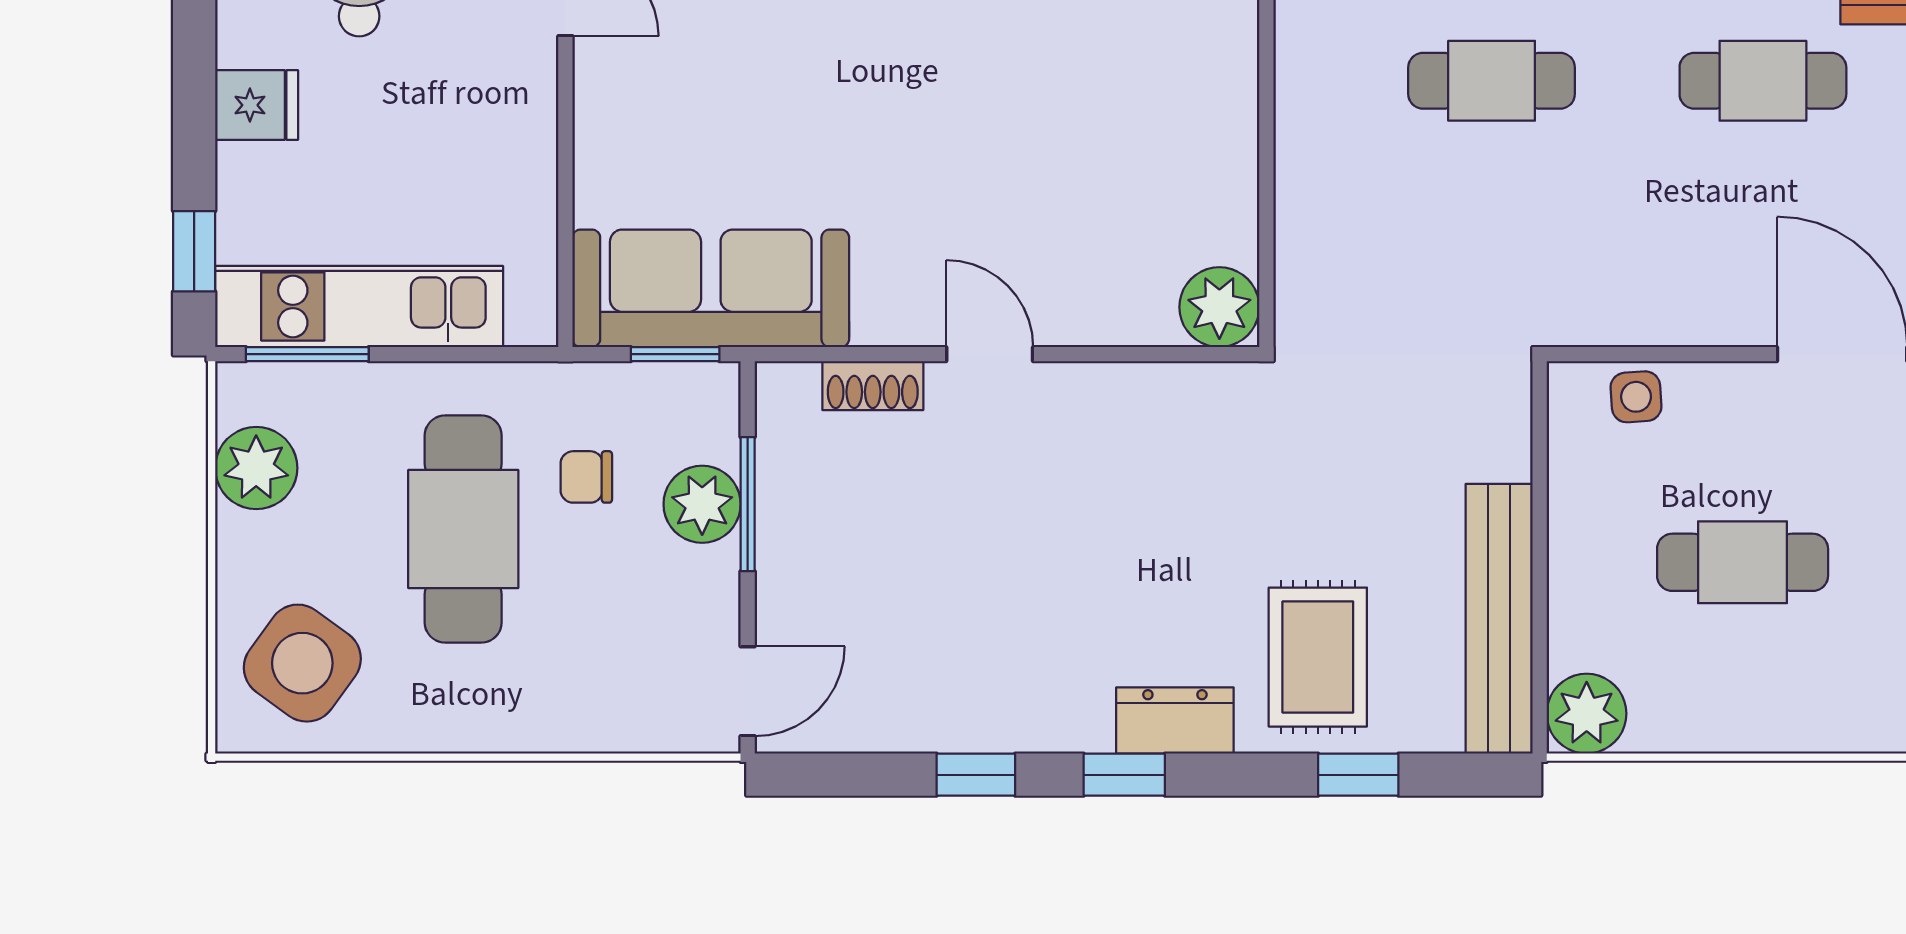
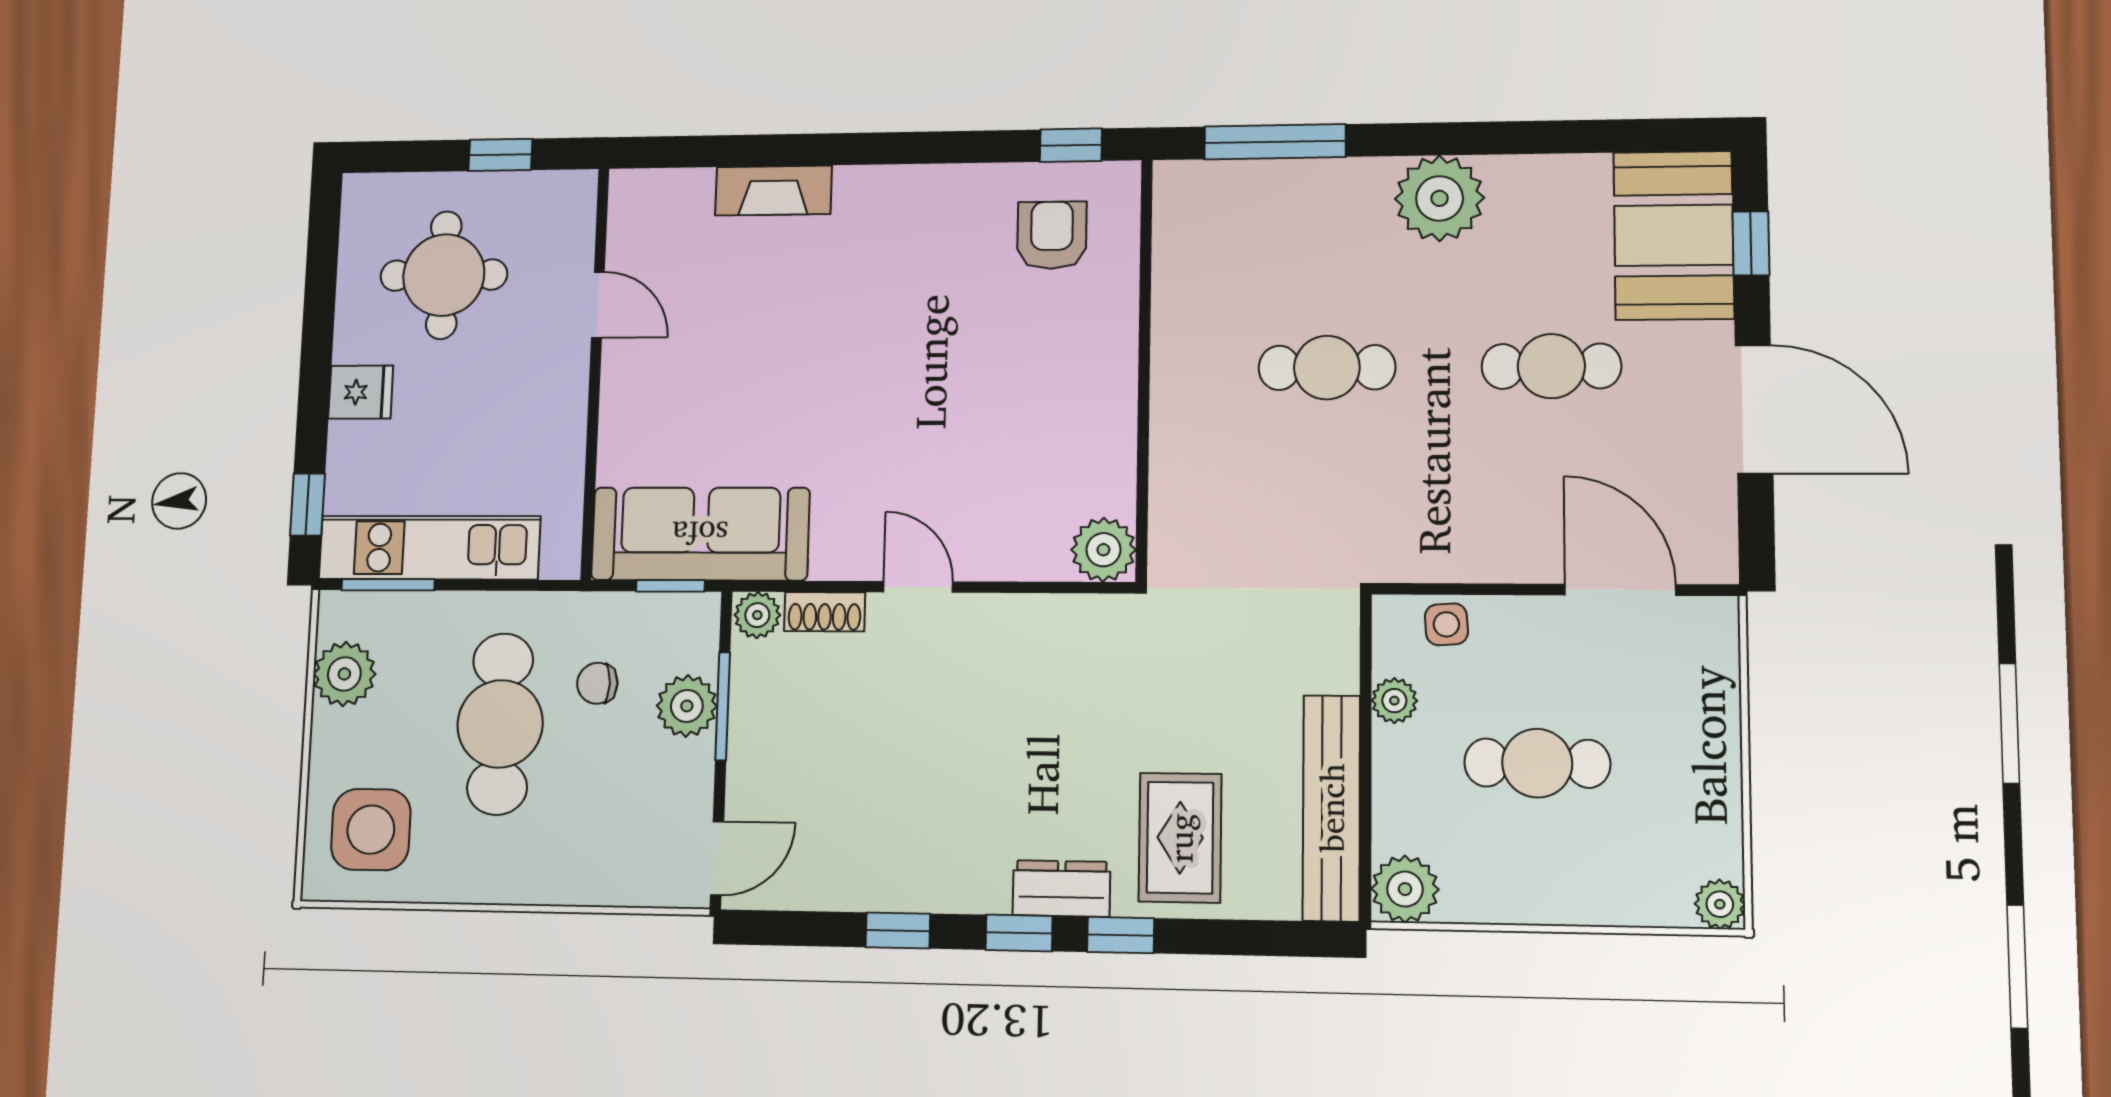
plant: (788, 390) -> (757, 615), added
plant: (1574, 489) -> (1394, 701), added
side table: (302, 663) -> (371, 830), turned -36
window: (1358, 775) -> (1121, 935), moved

